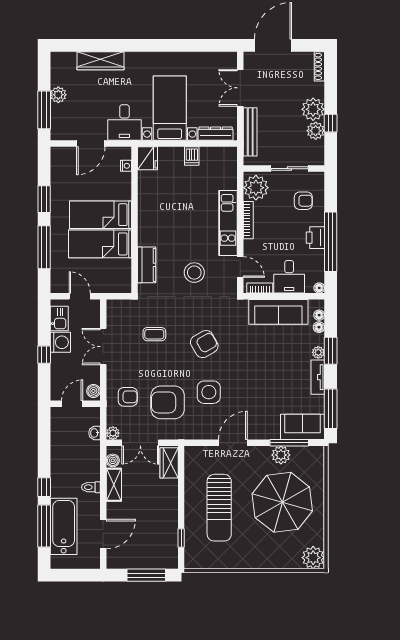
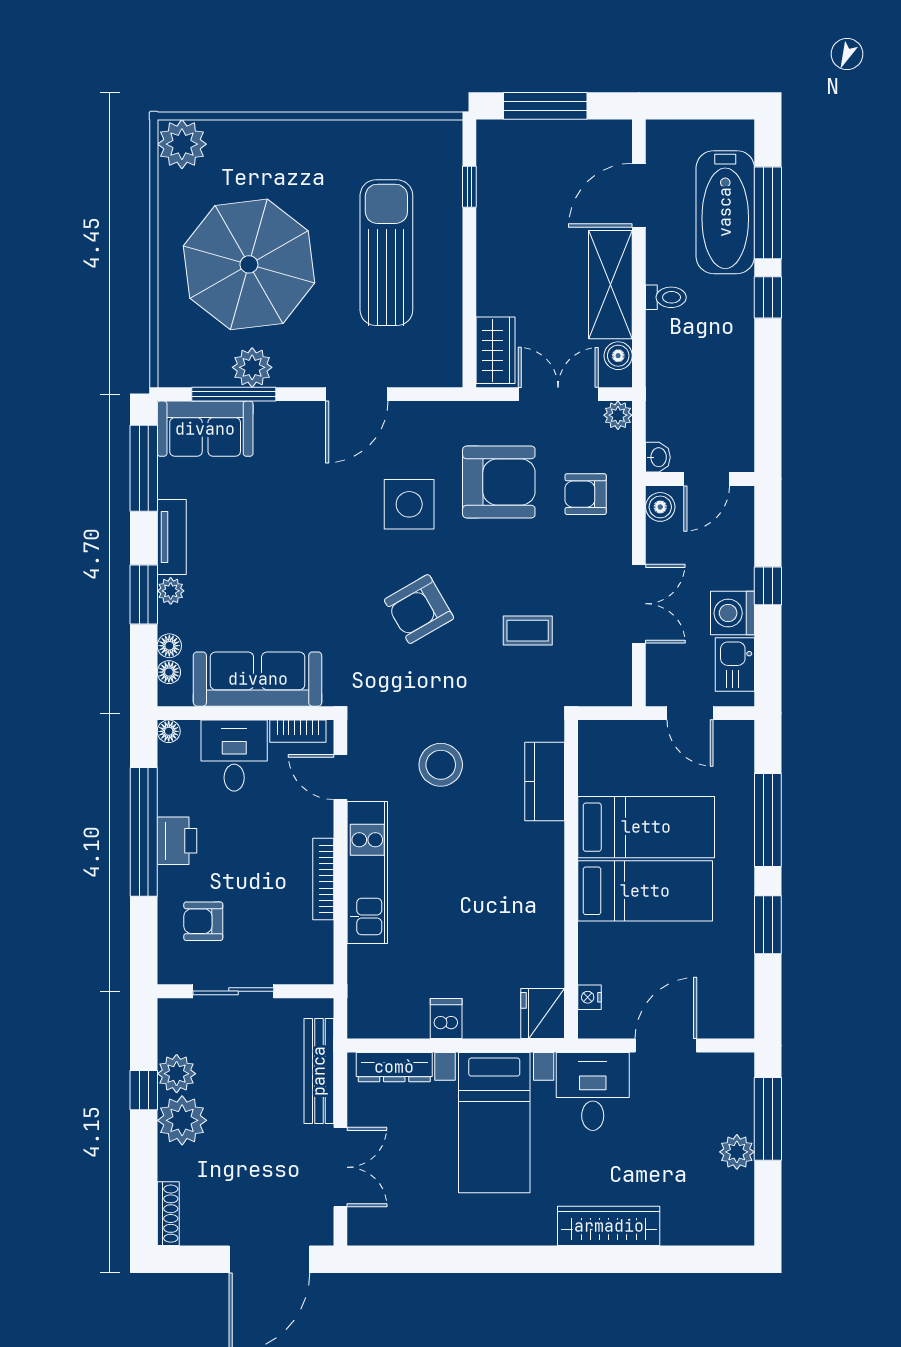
wardrobe: (100, 61) -> (609, 1226), moved
plant: (256, 188) -> (306, 950), removed
washbasin: (95, 433) -> (658, 457), moved
shelving: (114, 485) -> (610, 285), width x1.50, depth x1.33

